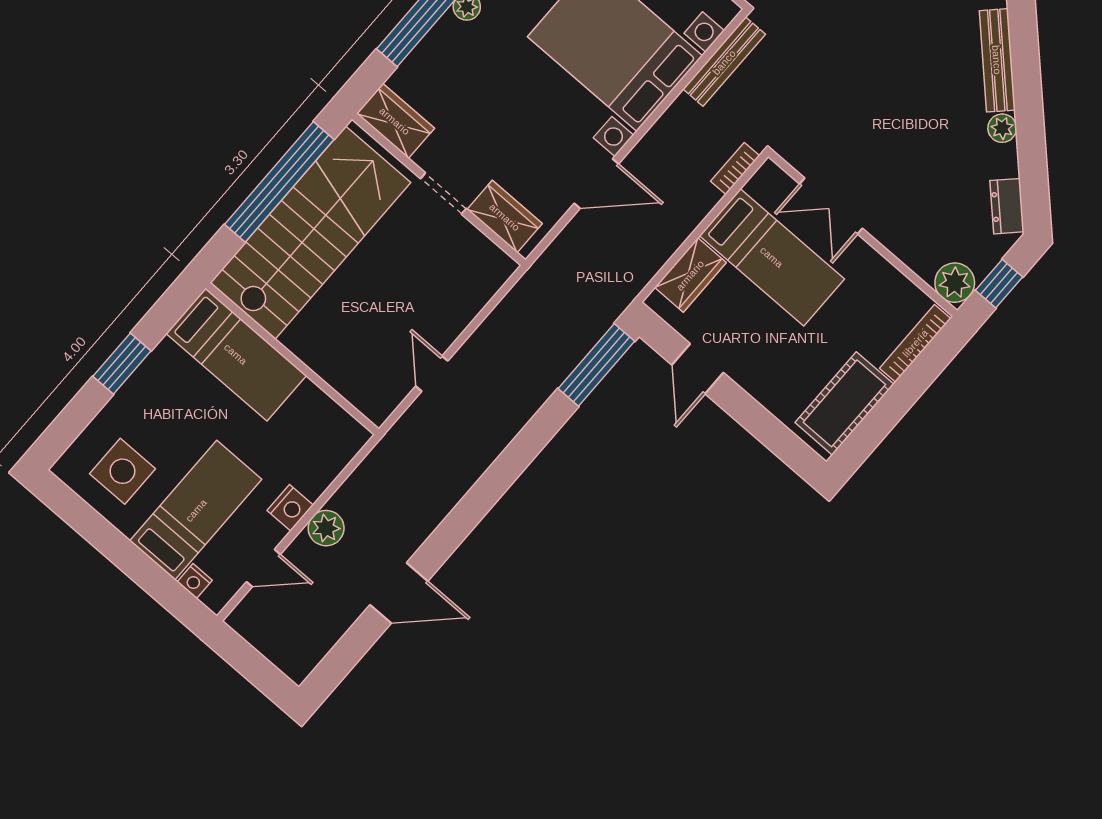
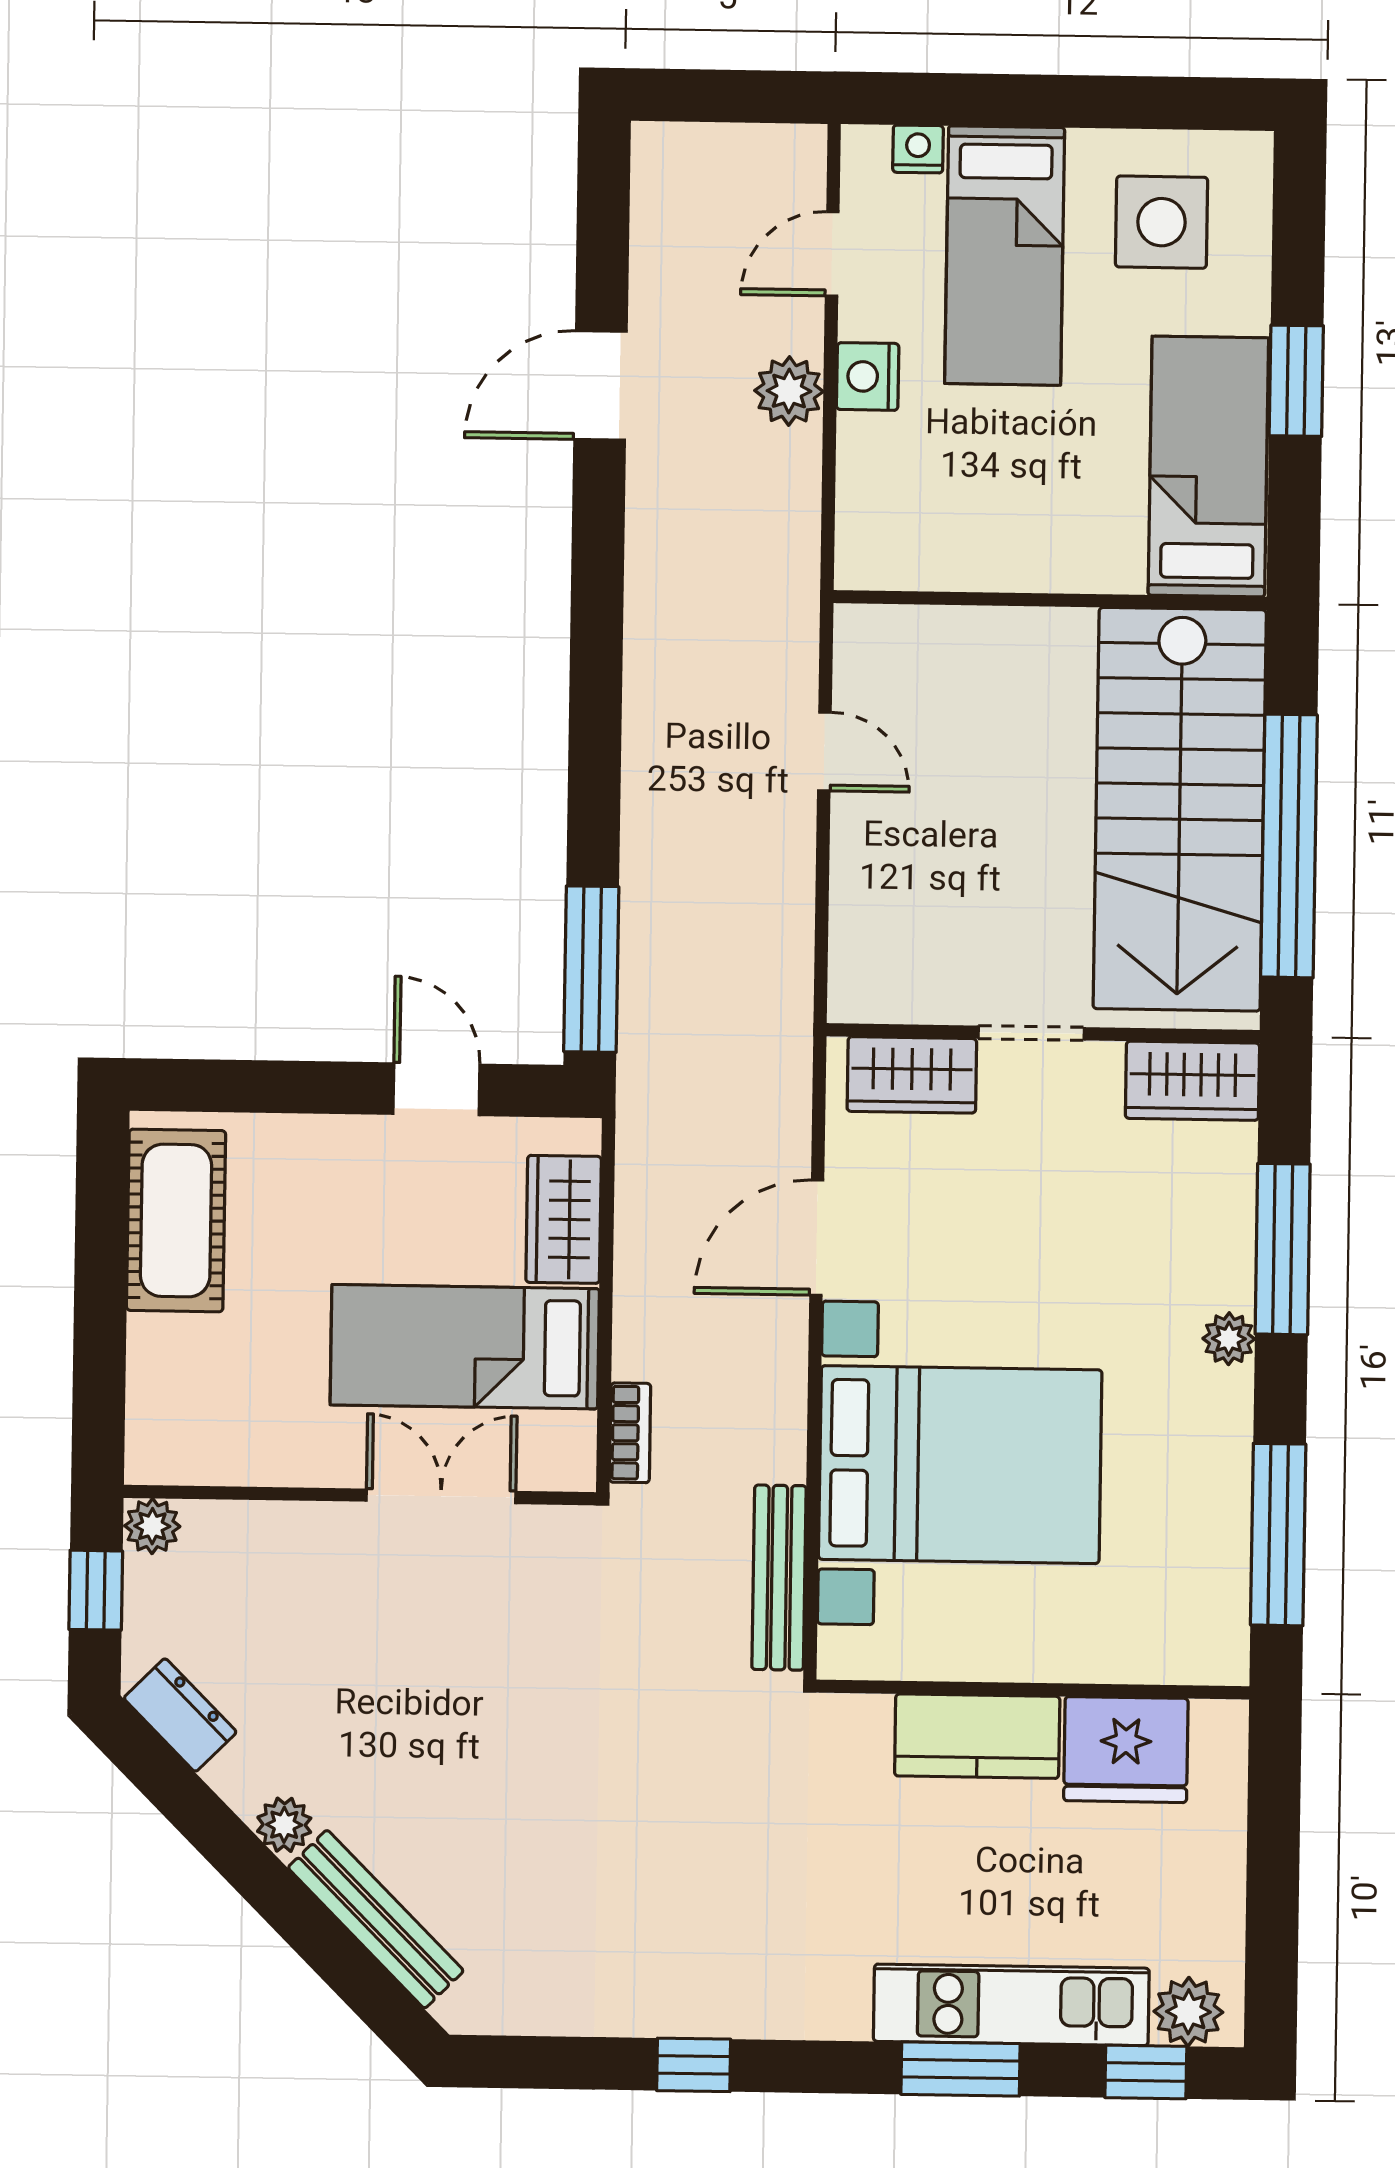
plant: (955, 283) -> (152, 1526), width x0.73, depth x0.73
bookcase: (915, 343) -> (146, 1397), removed
bed: (236, 354) -> (1208, 466), moved, turned 90

